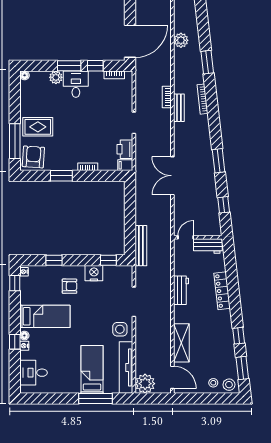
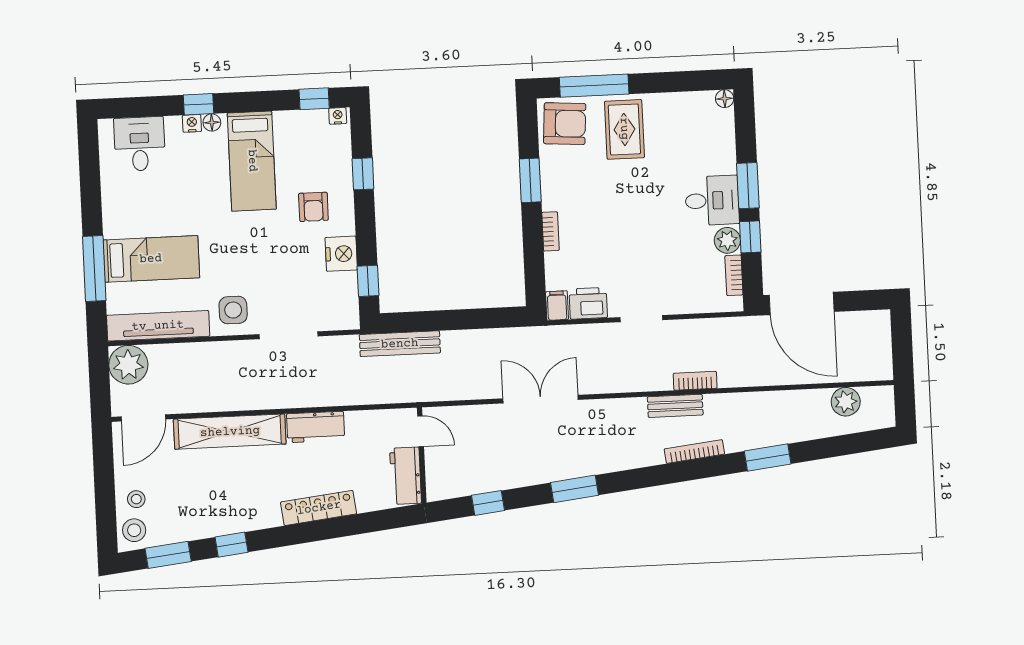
plant: (181, 40) -> (846, 402), moved
plant: (56, 77) -> (727, 240), moved
shelving: (181, 343) -> (230, 432), width x1.47

